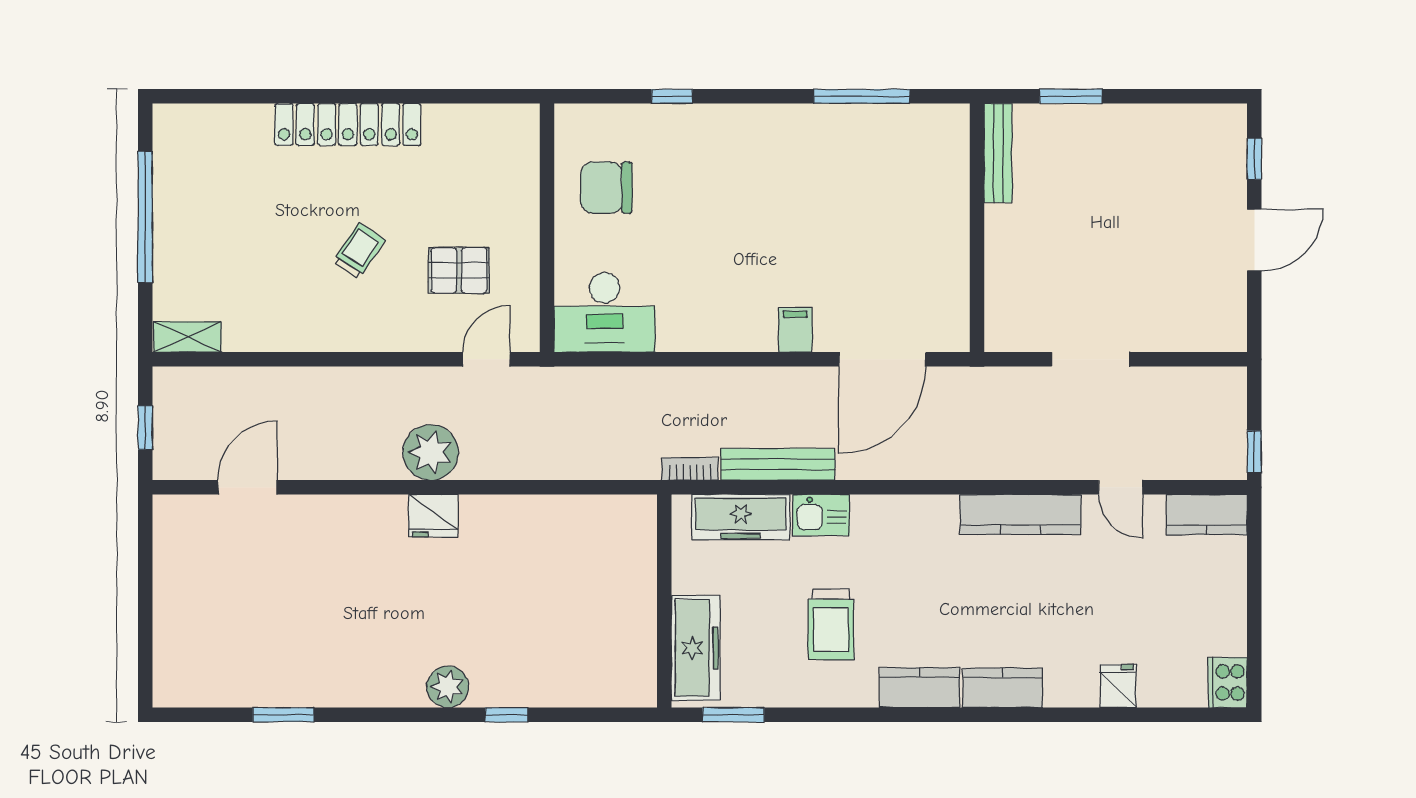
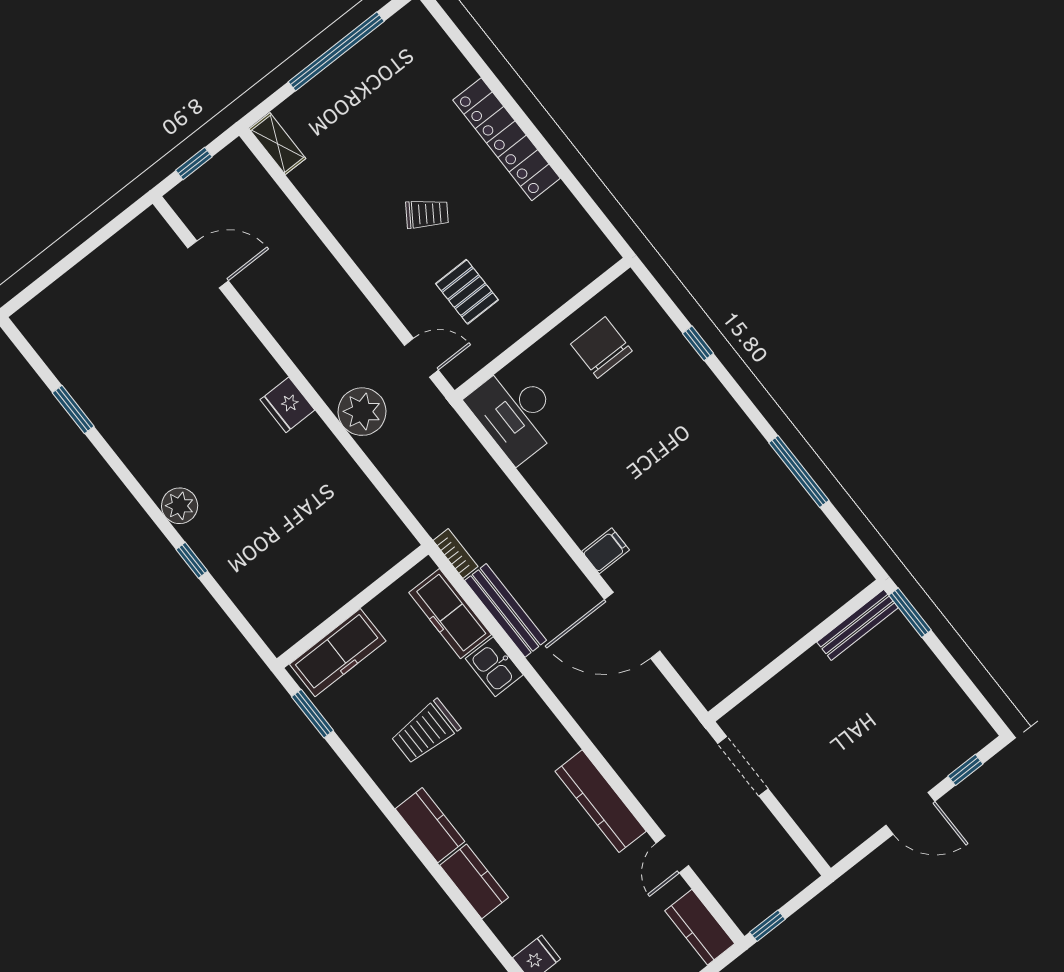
bench: (998, 153) -> (858, 625), moved
wall: (977, 228) -> (796, 651), moved
plant: (431, 452) -> (362, 412), moved

